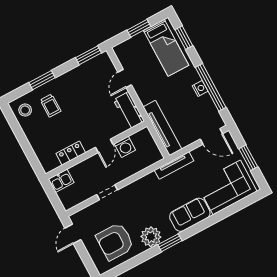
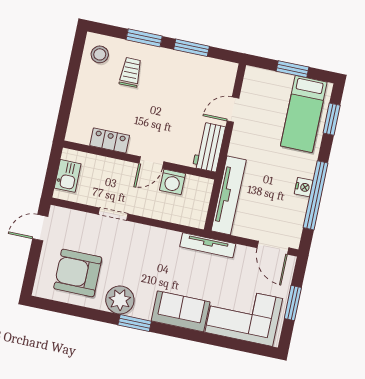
window: (89, 55) -> (191, 48), moved
trolley: (51, 106) -> (131, 72), turned 180
kitchen sink: (61, 181) -> (68, 176), moved, turned -90

